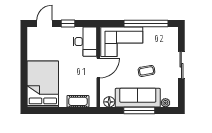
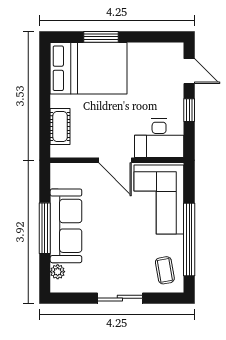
coffee table: (146, 71) -> (165, 270), moved
window: (24, 77) -> (101, 37), added
floor lamp: (109, 102) -> (59, 178), removed

